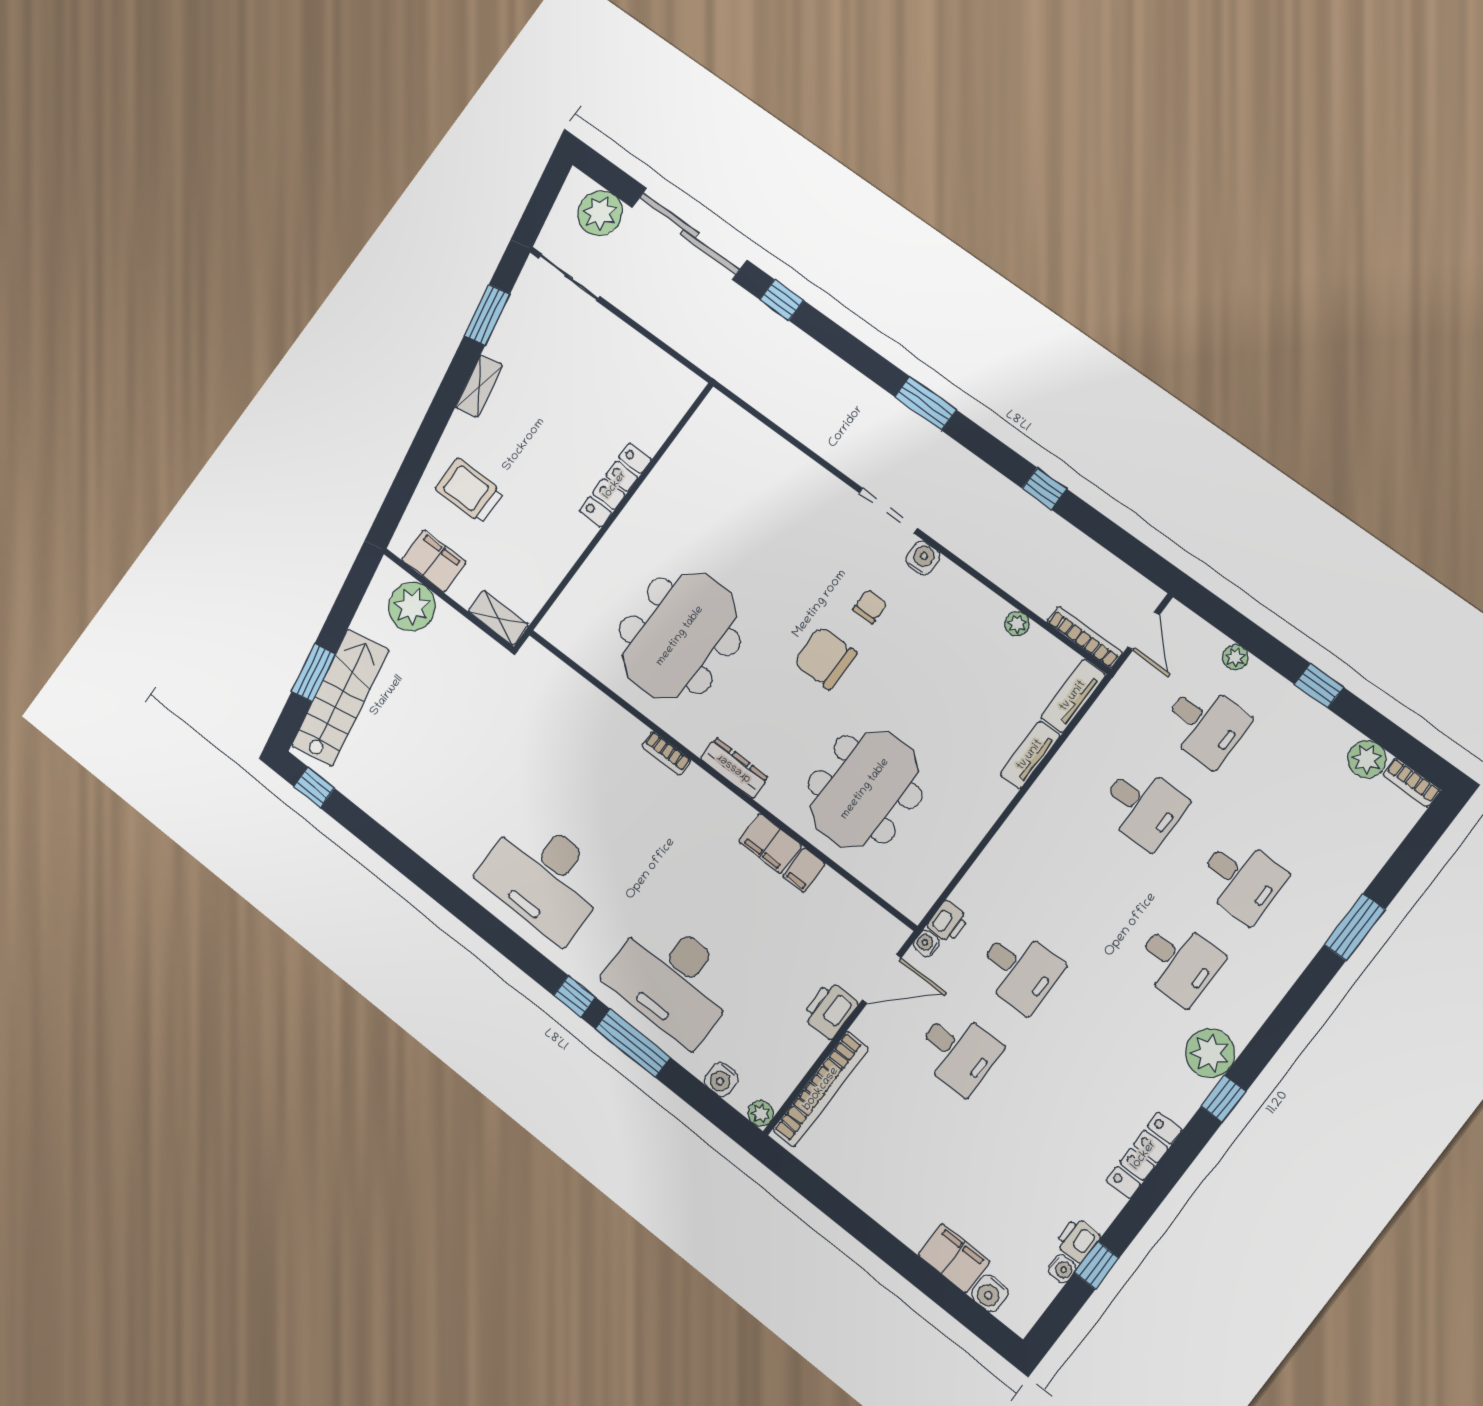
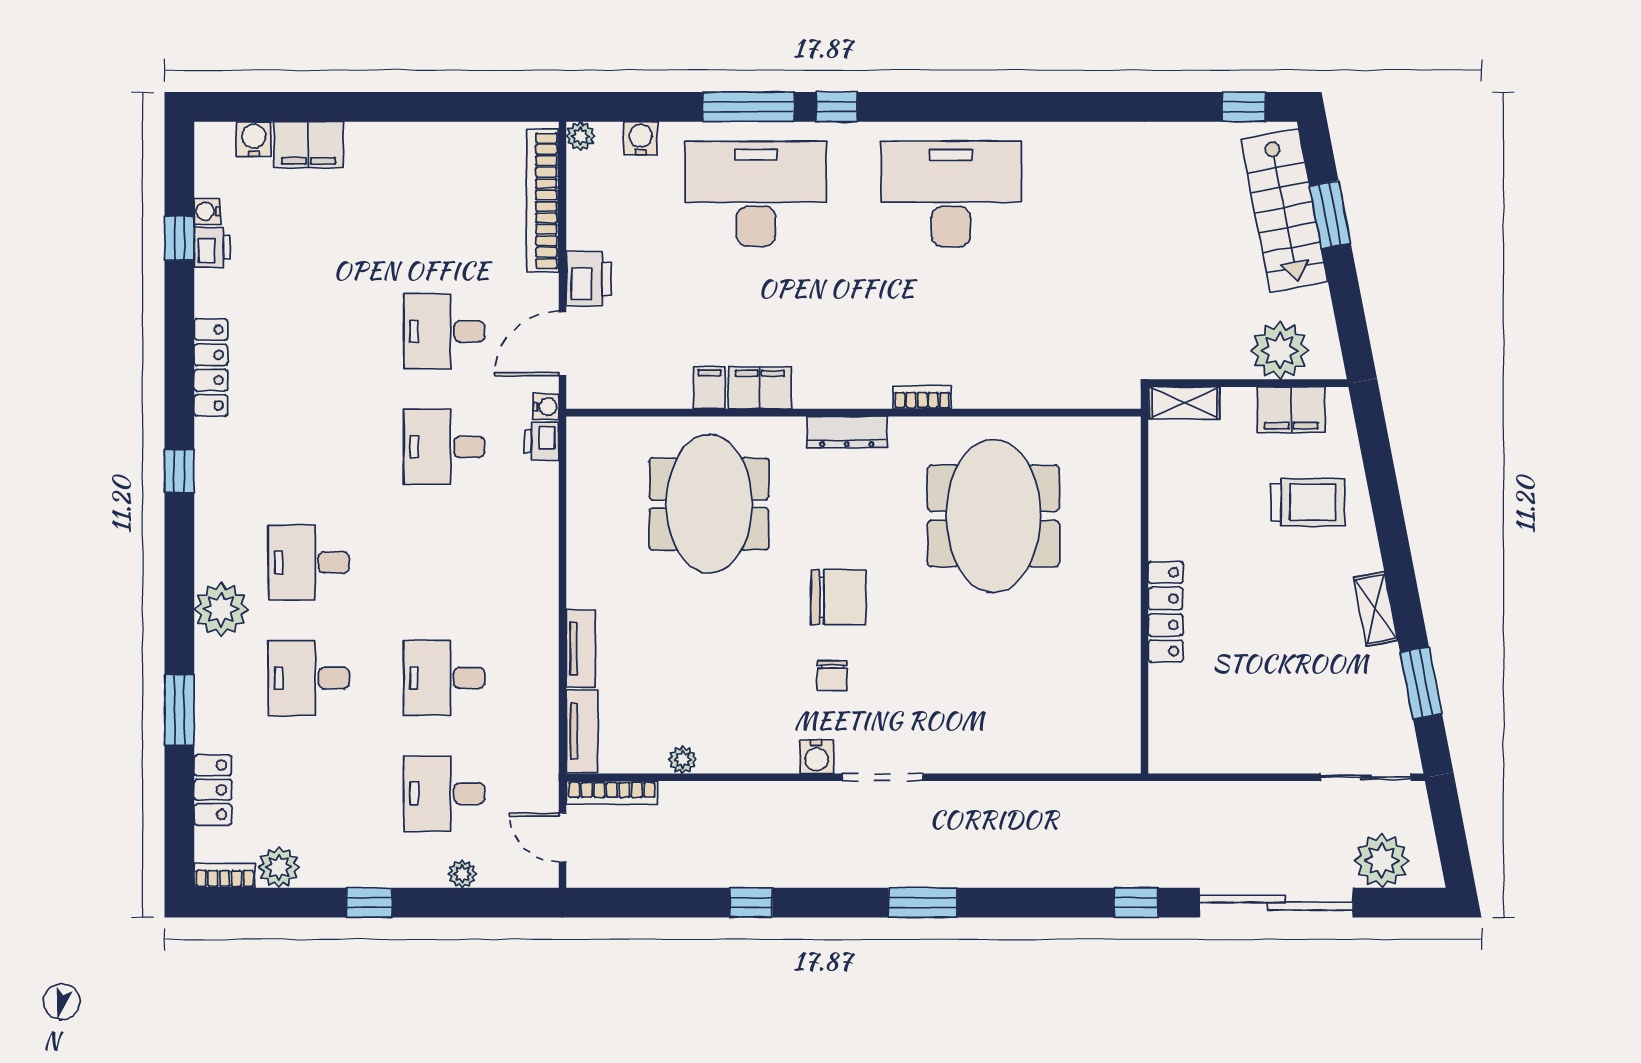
locker: (1373, 851) -> (213, 790), added
plant: (1210, 1053) -> (221, 609), moved

